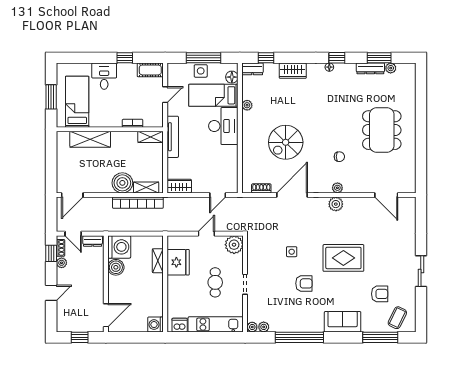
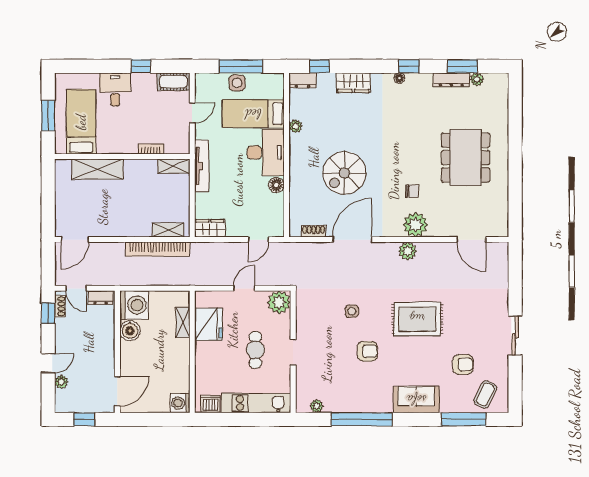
floor lamp: (232, 77) -> (276, 185), moved
boiler: (122, 183) -> (138, 224), removed
plant: (337, 188) -> (415, 225), width x1.87, depth x1.87
plant: (62, 263) -> (61, 382), moved
plant: (252, 327) -> (302, 406), removed

